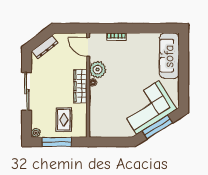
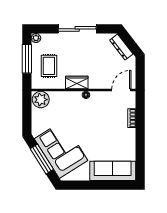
plant: (98, 70) -> (41, 100), moved
wardrobe: (80, 86) -> (77, 82), width x0.67
rug: (64, 120) -> (49, 66), turned 90

